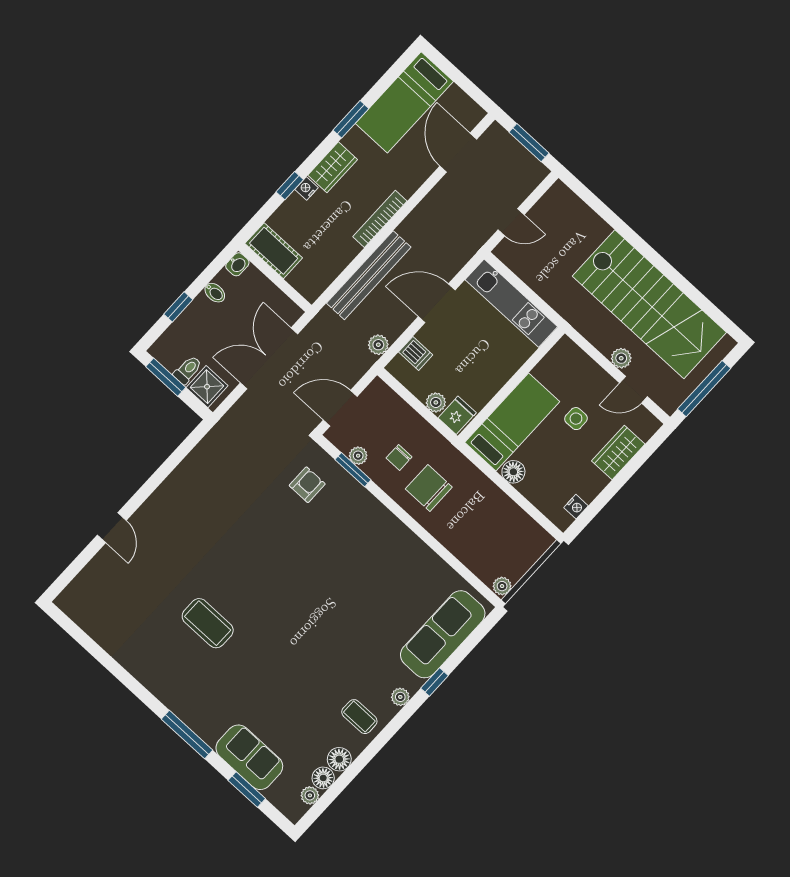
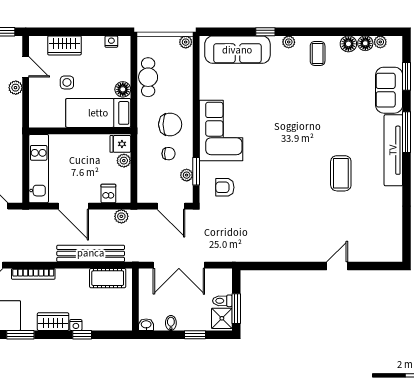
bookcase: (380, 219) -> (33, 274), moved
cot: (274, 251) -> (108, 278), moved, turned 90
shower: (207, 387) -> (222, 318), moved
chair: (429, 488) -> (170, 124), turned -90
cafe table: (501, 511) -> (148, 77), added
corner sofa: (372, 537) -> (221, 130), added
tv unit: (181, 702) -> (393, 150), added

